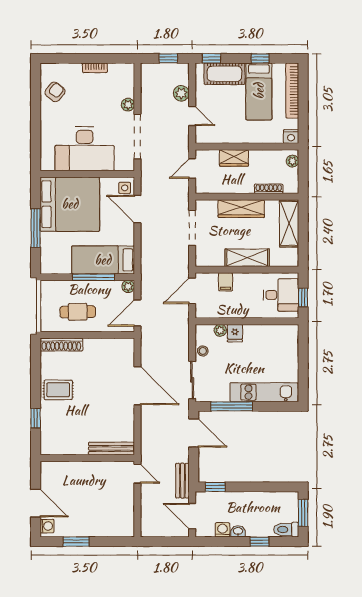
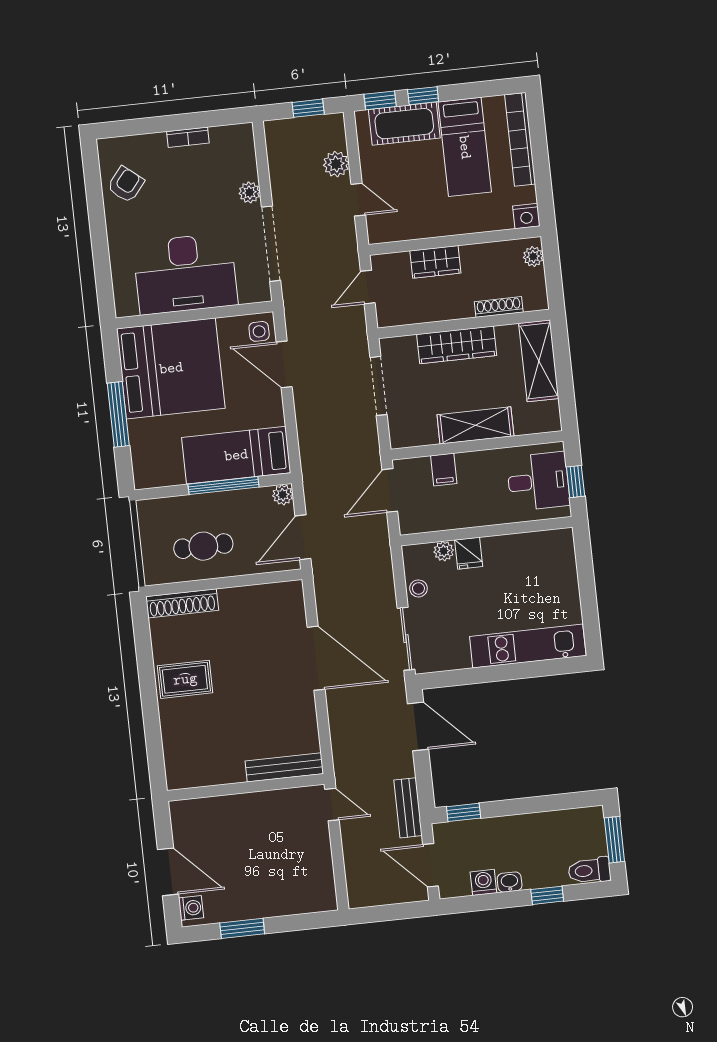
window: (260, 58) -> (423, 96), moved
window: (232, 406) -> (476, 675), removed
window: (36, 418) -> (153, 730), removed

